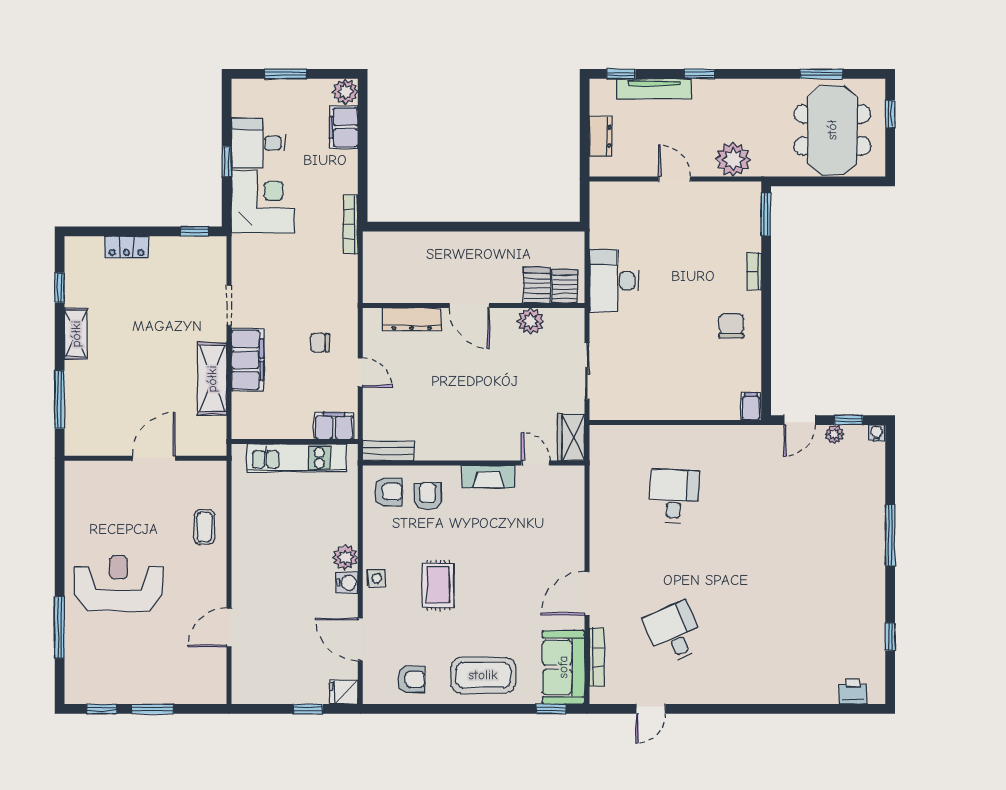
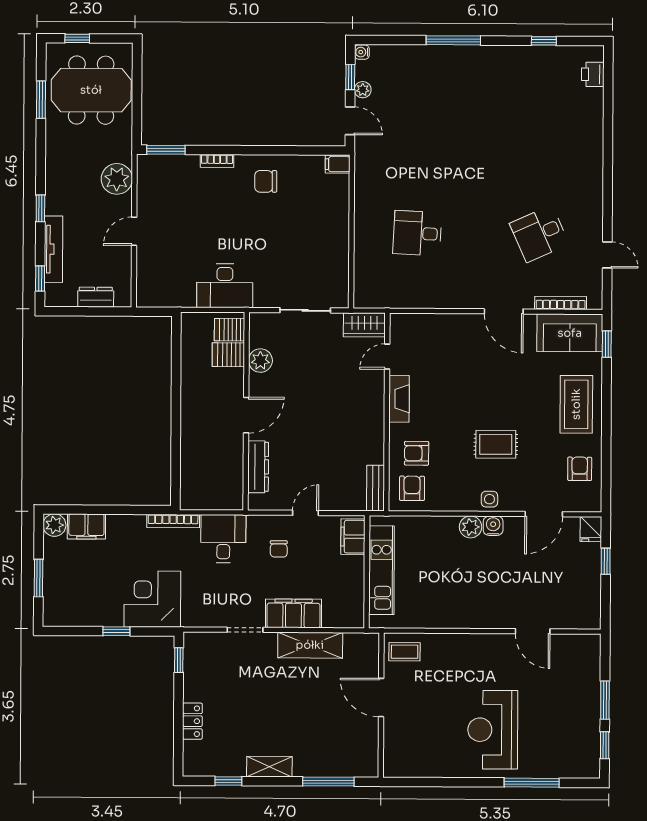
desk: (258, 143) -> (223, 539), moved, turned 180
coffee table: (204, 527) -> (405, 652), moved

